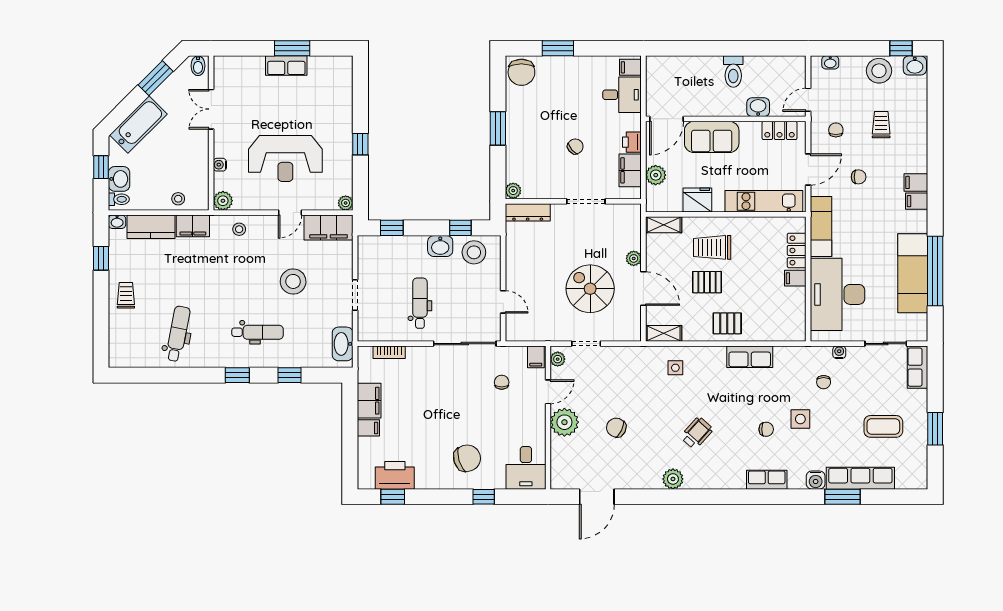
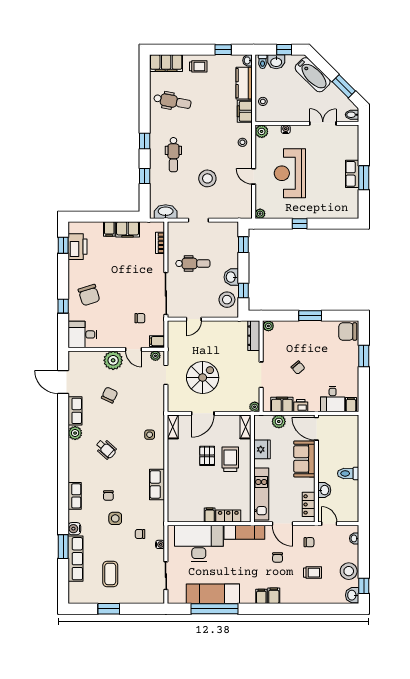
filing cabinet: (329, 227) -> (166, 63), moved, turned -90
plant: (634, 258) -> (255, 407), moved
pallet: (727, 323) -> (179, 469), removed
row of seats: (917, 367) -> (75, 411), moved, turned 90

